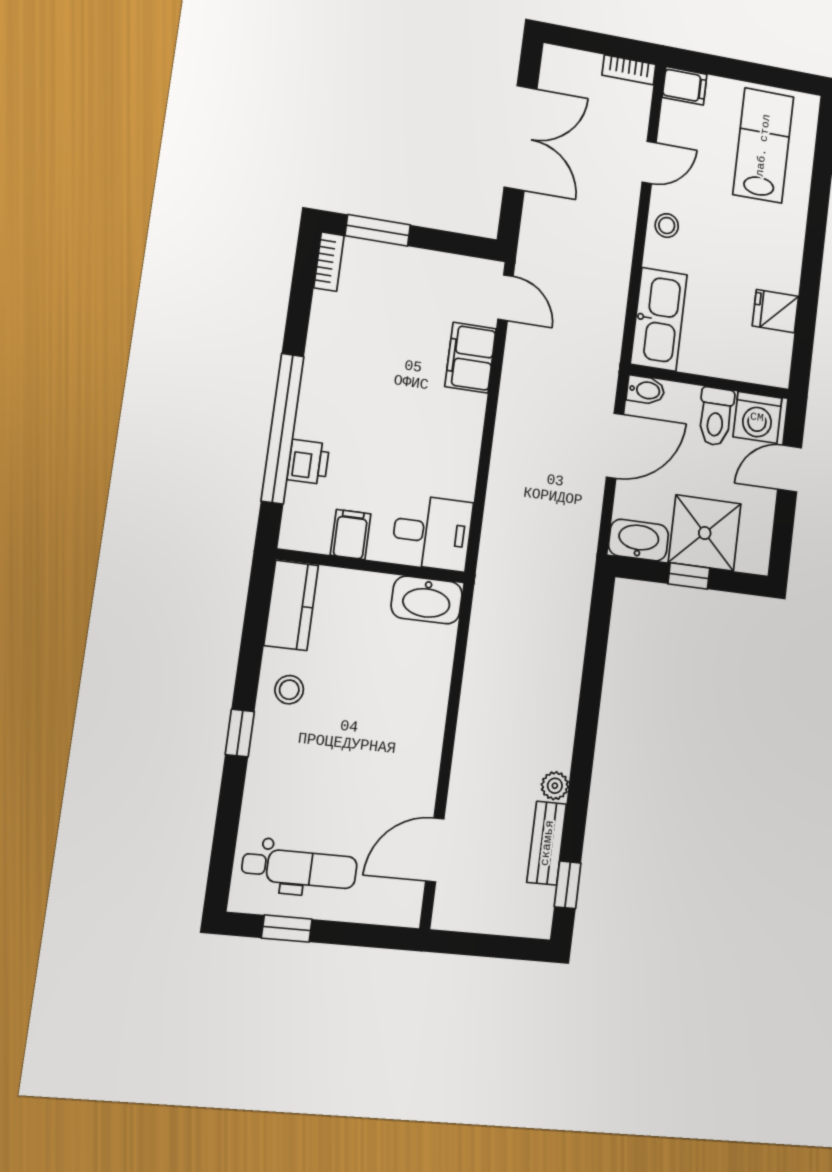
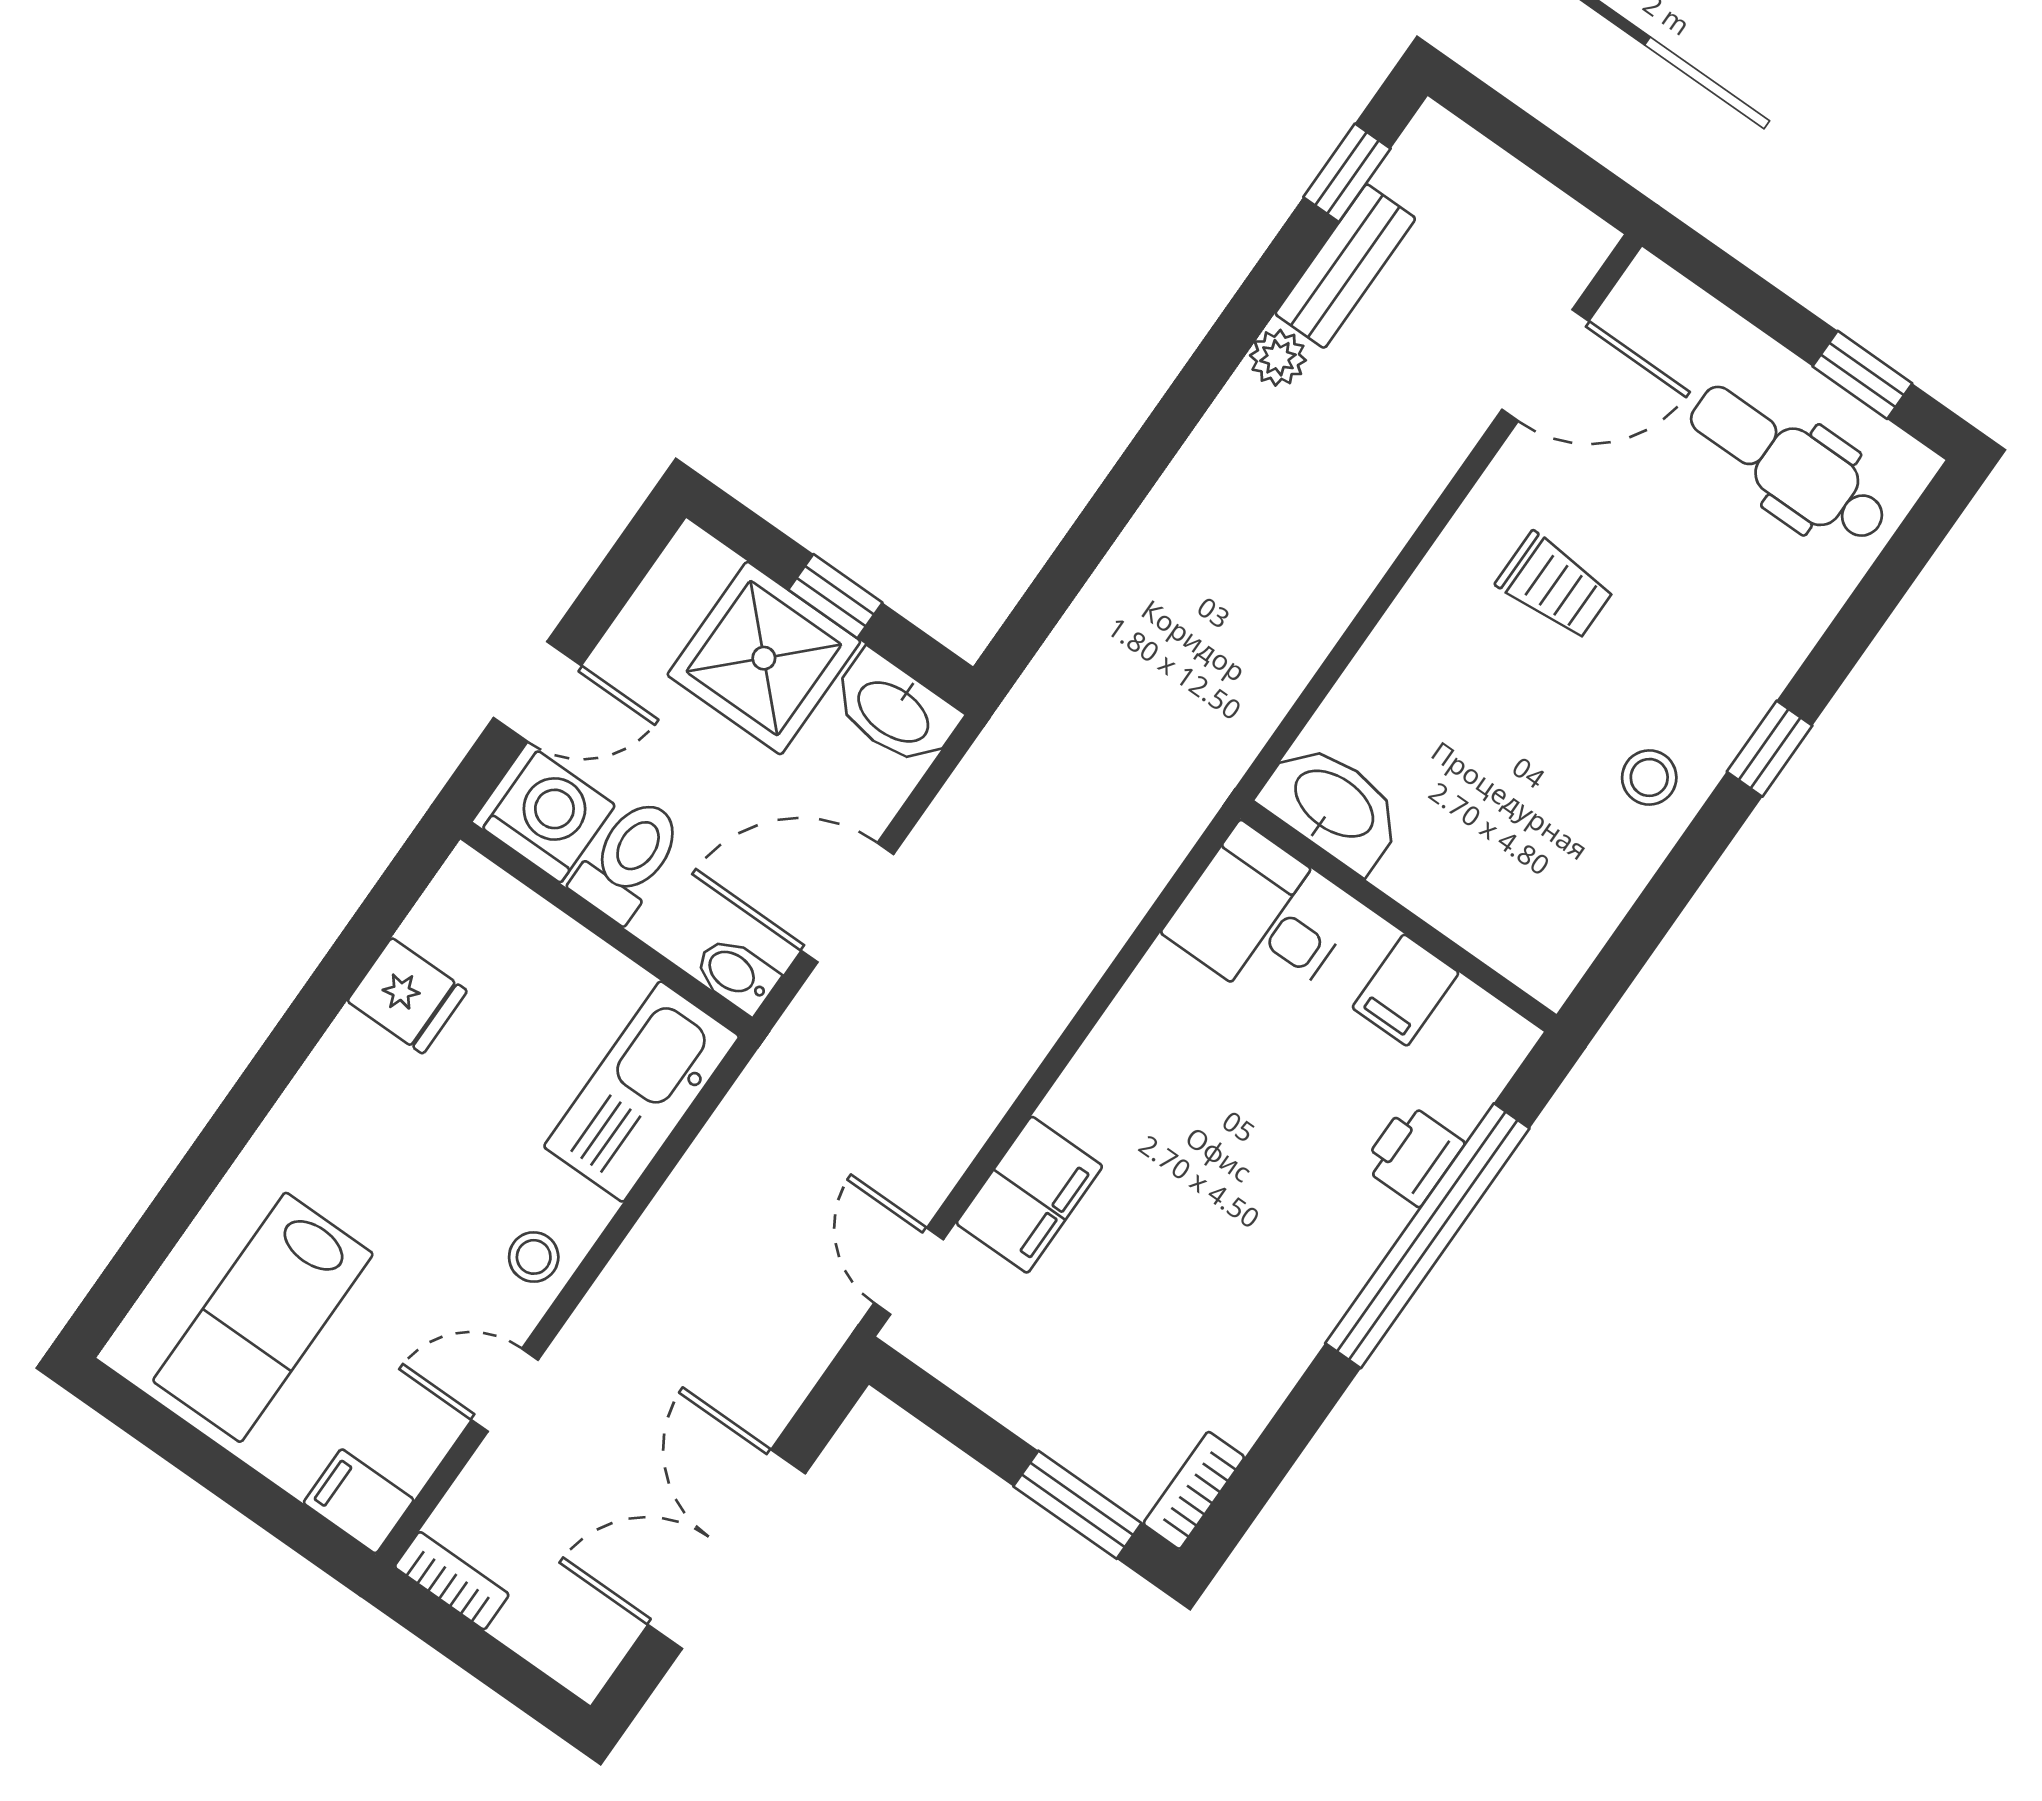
kitchen counter: (291, 605) -> (1571, 921), removed
trolley: (378, 753) -> (1555, 586), added

